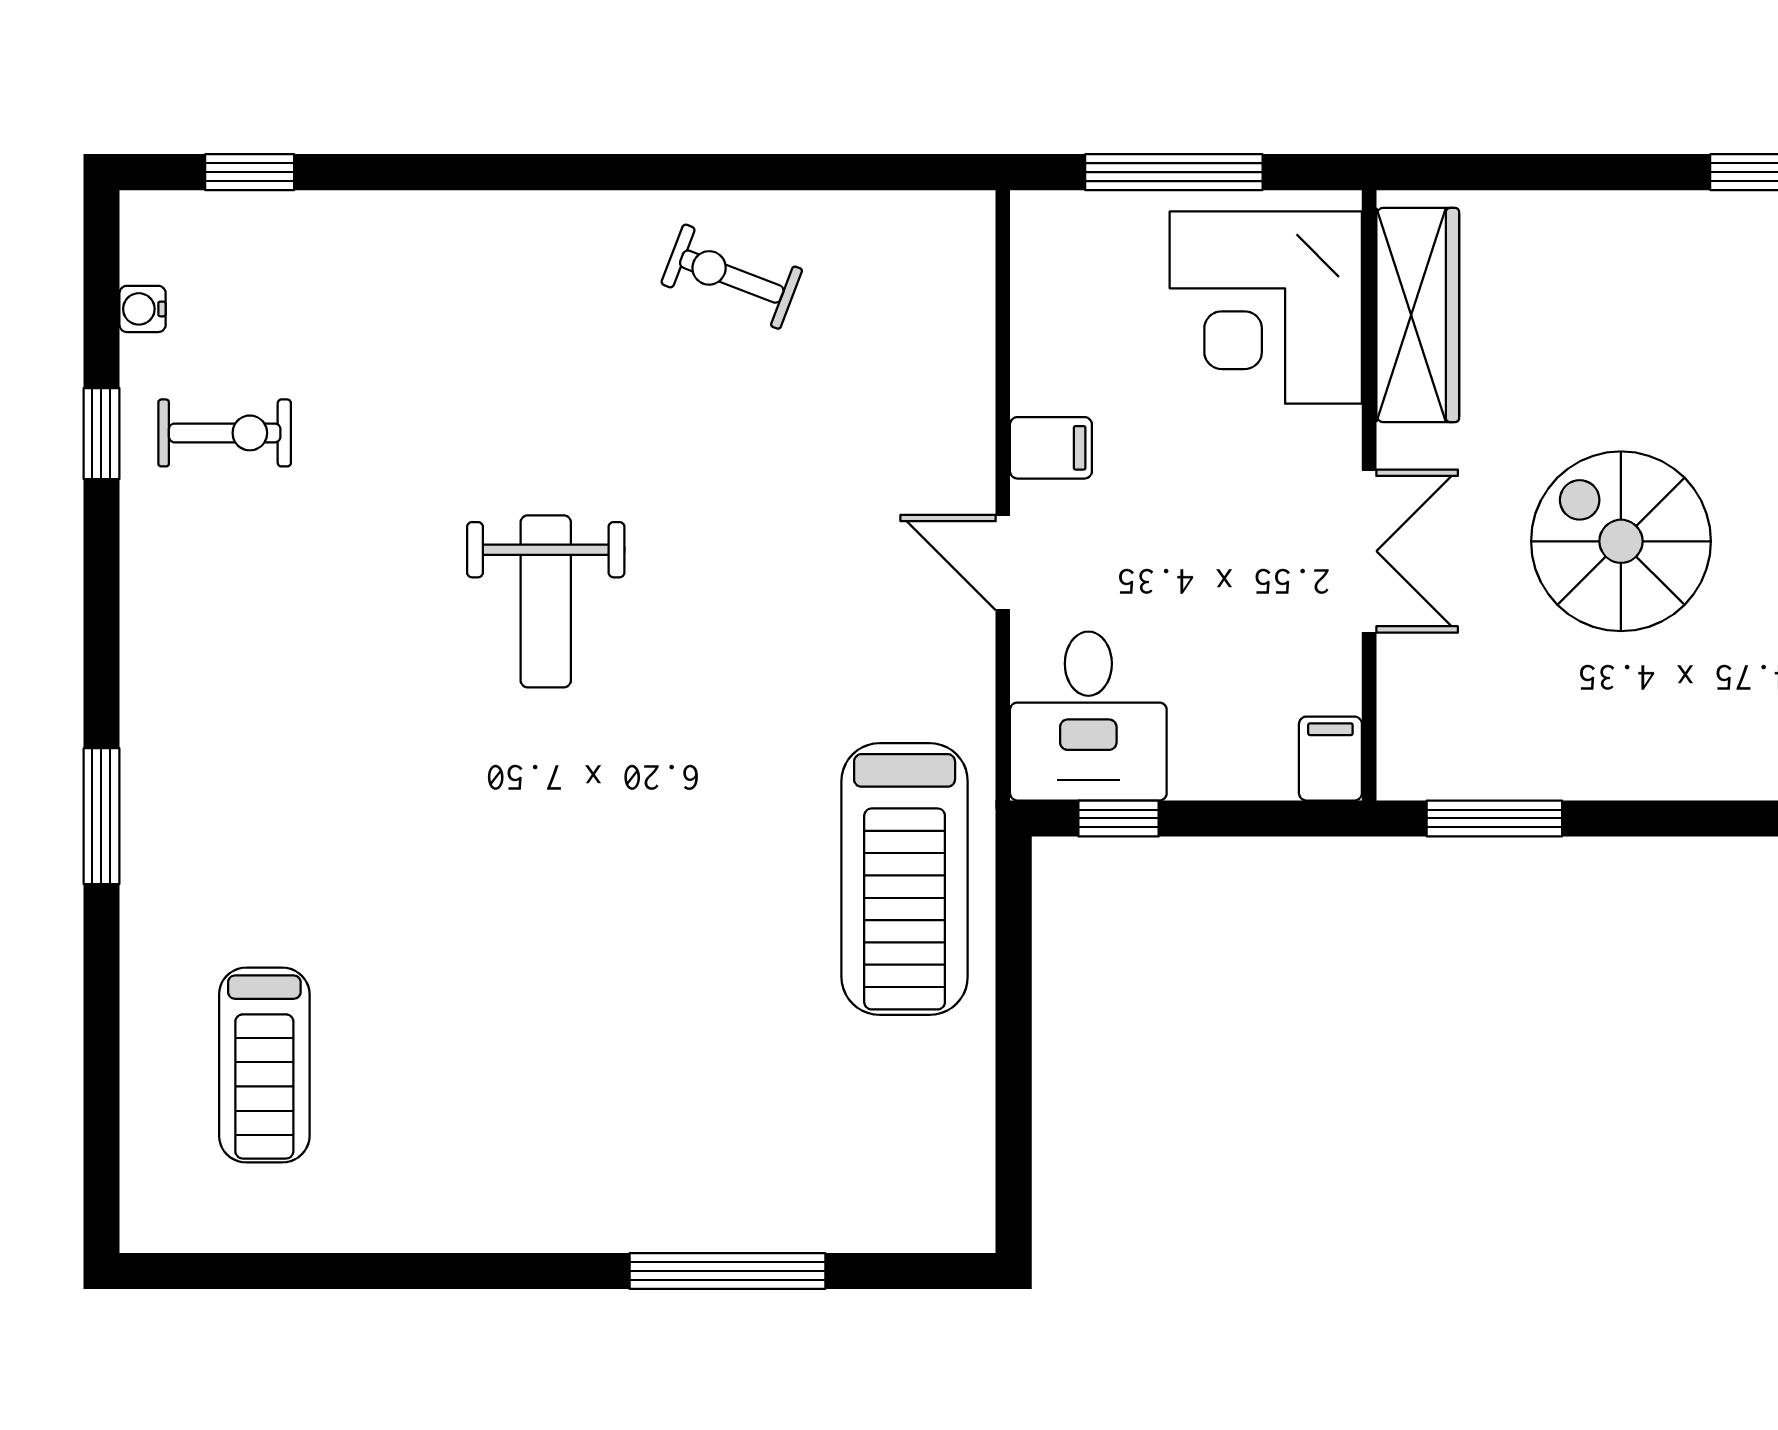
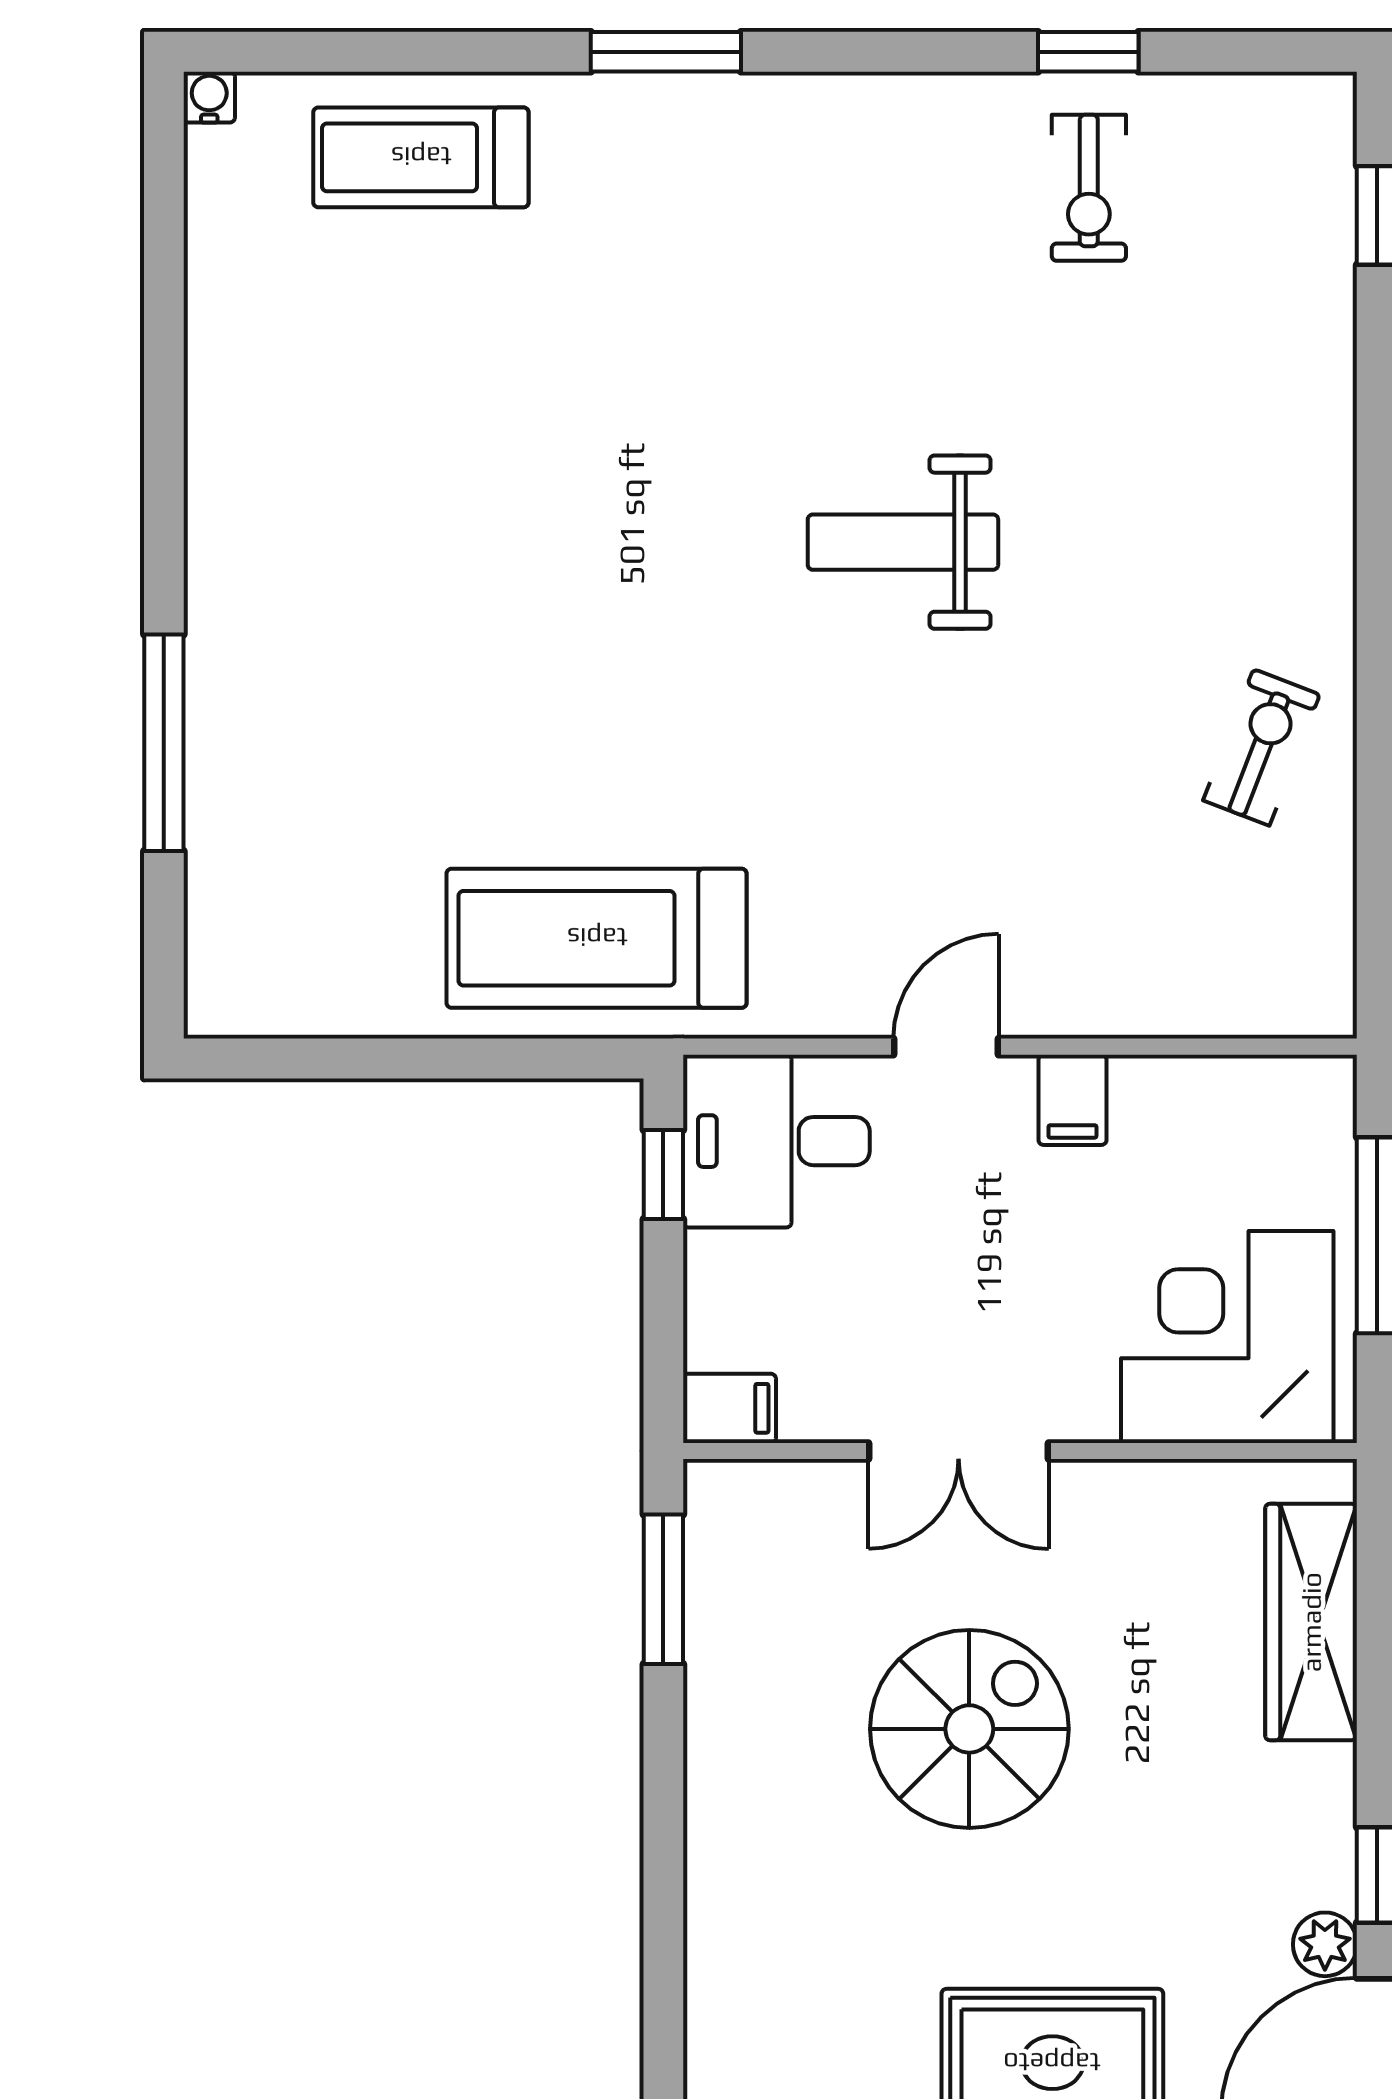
water cooler: (143, 309) -> (209, 97), moved
wardrobe: (1418, 315) -> (1311, 1622), moved, turned 90
treadmill: (264, 1065) -> (421, 157), moved

